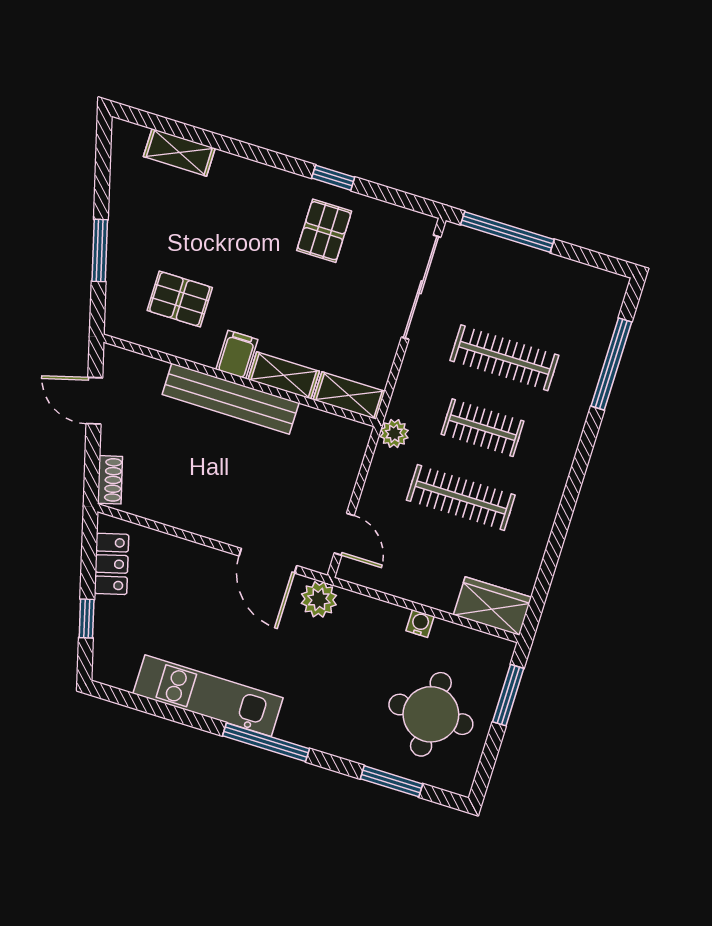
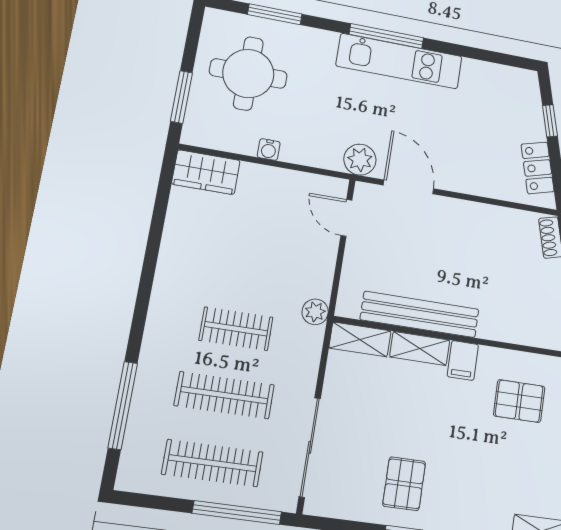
bench: (231, 399) -> (420, 314), moved
clothes rail: (461, 498) -> (212, 463), moved
kitchen unit: (208, 696) -> (399, 61), moved

